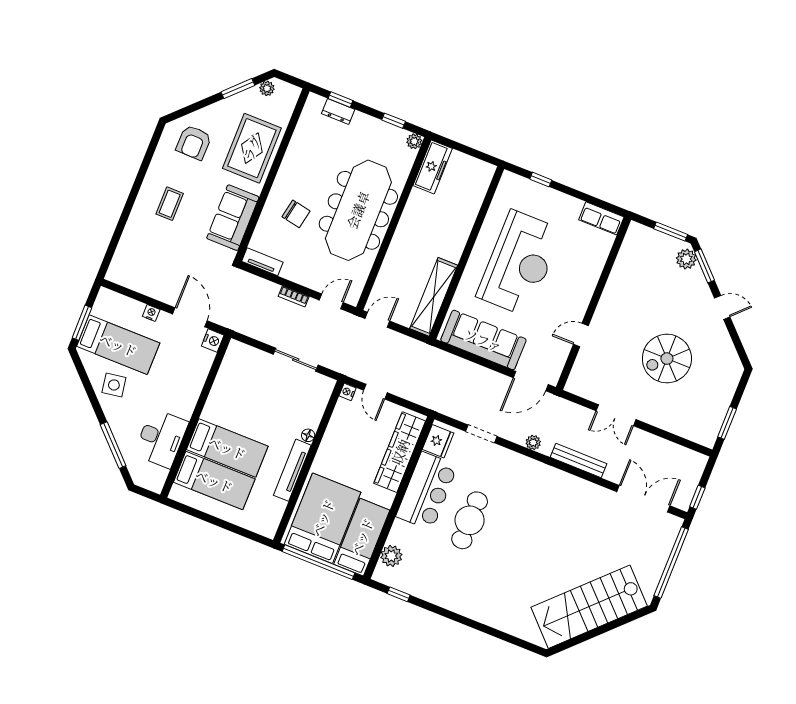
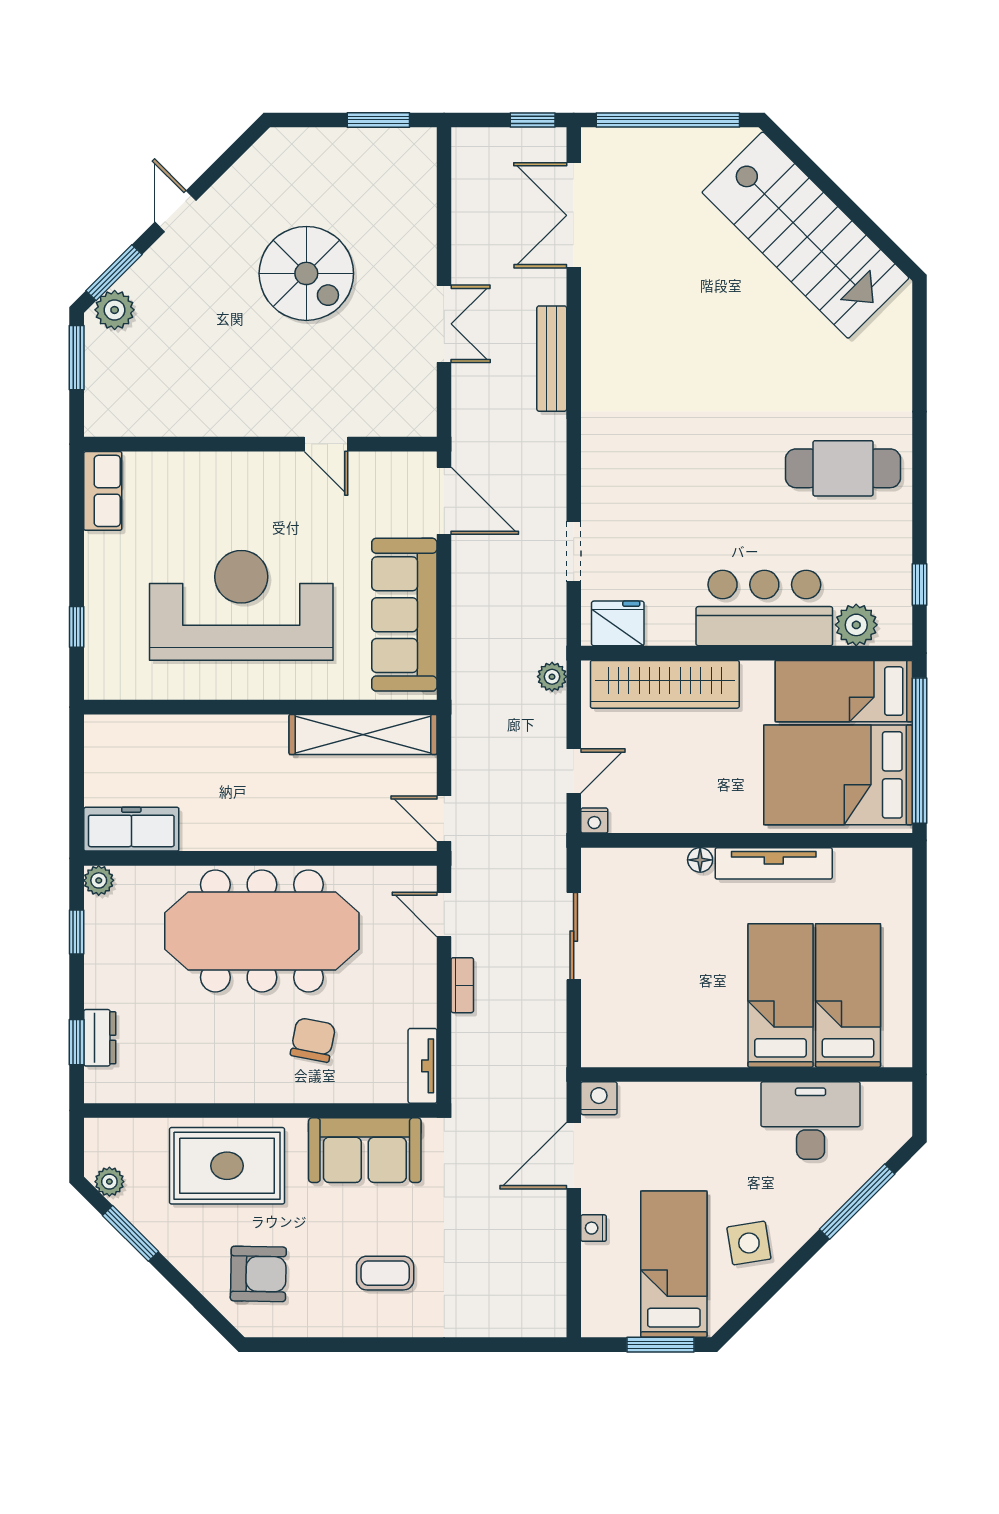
plant: (533, 443) -> (552, 677), moved
bar counter: (427, 491) -> (764, 608), moved
cafe table: (470, 520) -> (843, 468), moved

